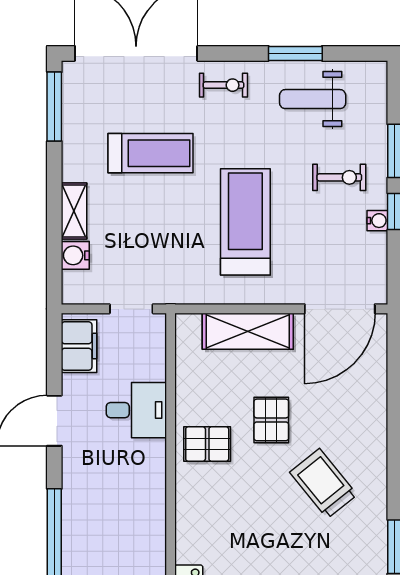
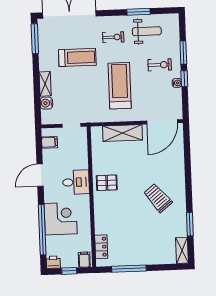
exercise bike: (224, 85) -> (113, 37), moved
weight bench: (313, 99) -> (147, 31), turned 180
filing cabinet: (79, 346) -> (50, 142), width x0.50
desk: (136, 410) -> (76, 182), moved
pallet: (271, 420) -> (134, 171), removed
corner desk: (98, 523) -> (61, 219), added

